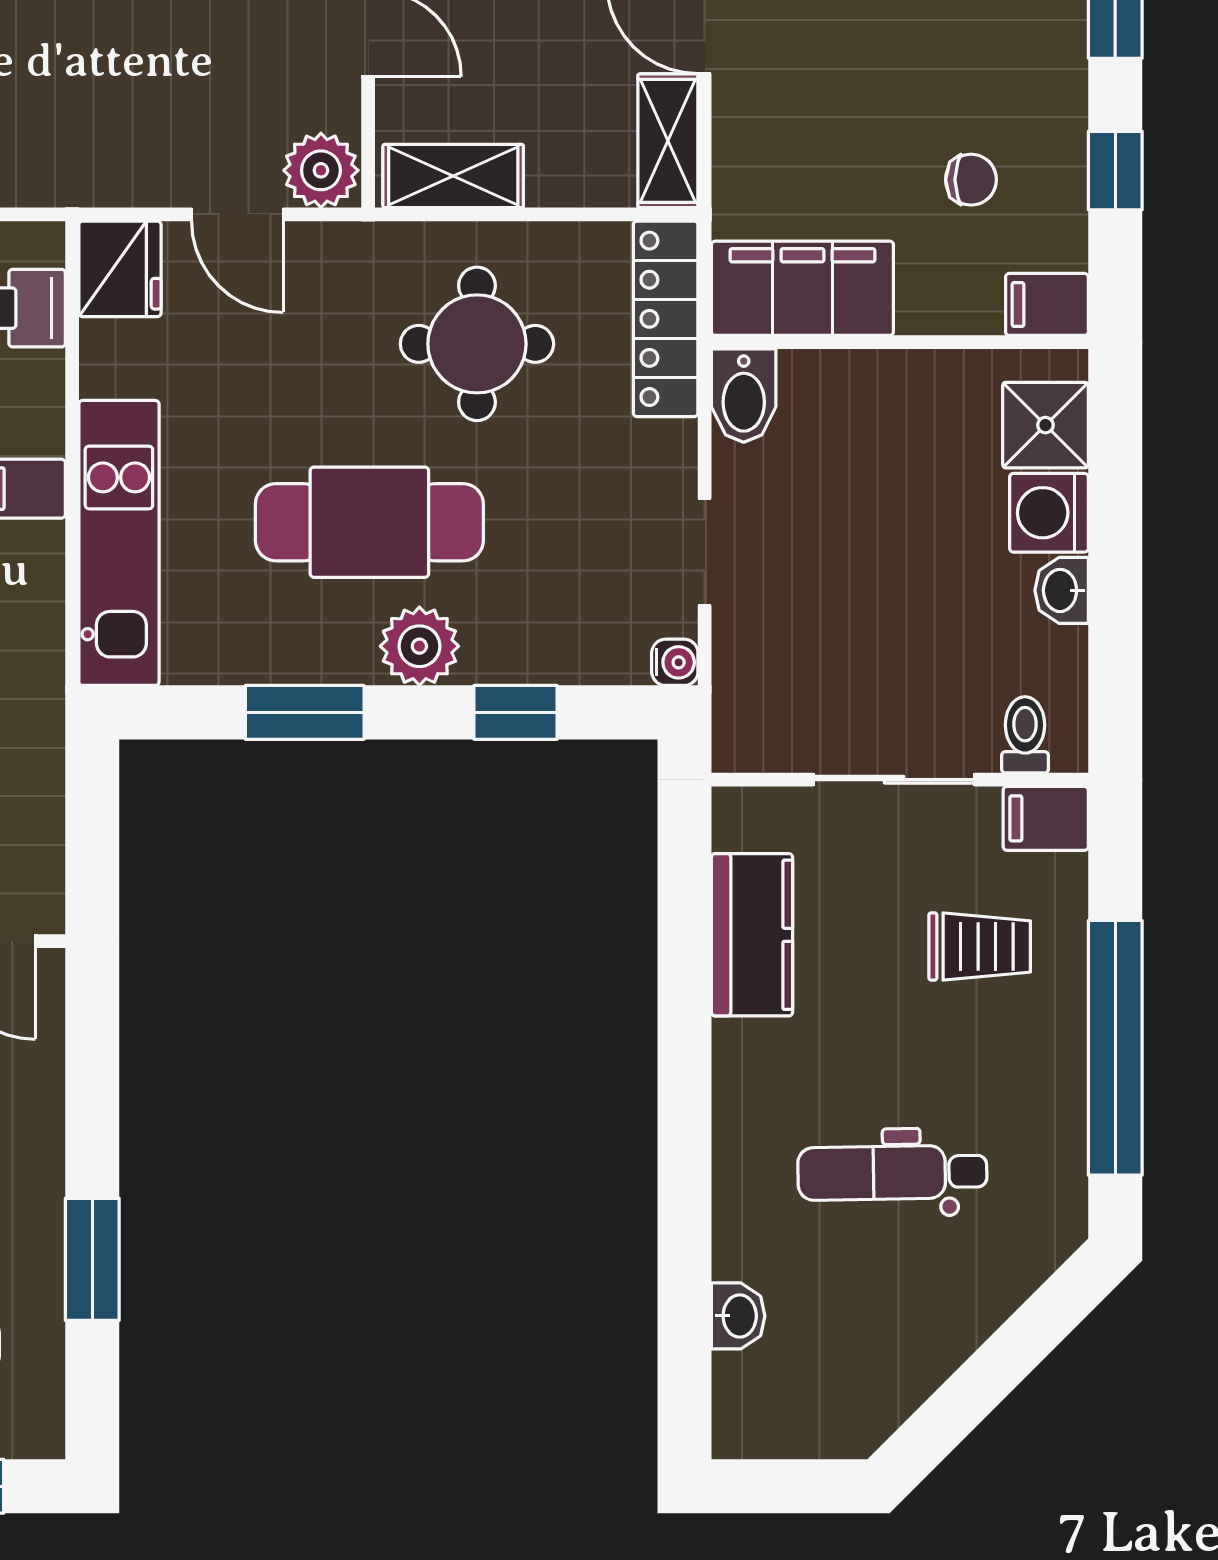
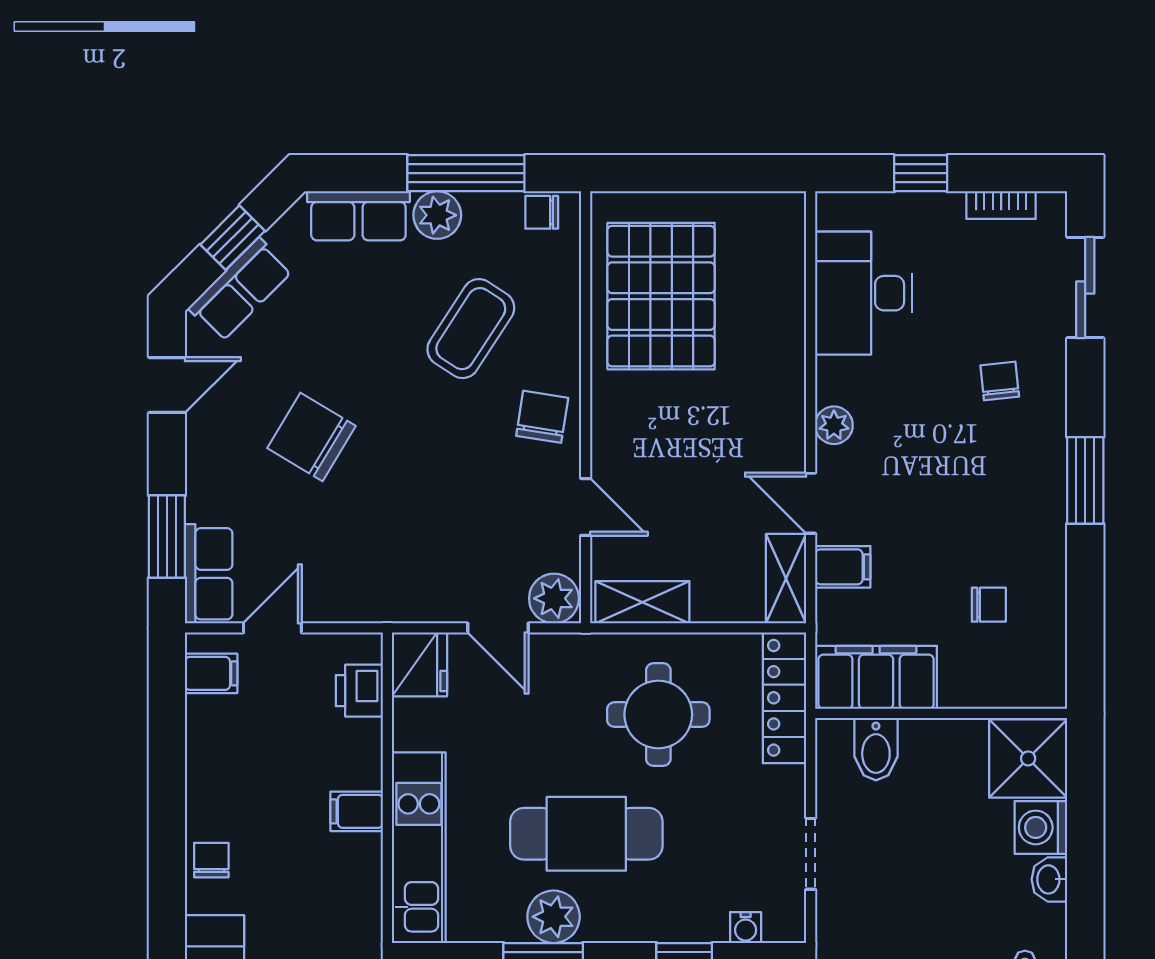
window: (1115, 171) -> (1085, 599), removed
filing cabinet: (1047, 304) -> (843, 567), moved, turned 180
bidet: (744, 396) -> (876, 749), moved
shower: (1045, 425) -> (1028, 758), width x1.36, depth x1.36
plant: (419, 646) -> (554, 917), moved
water cooler: (675, 662) -> (746, 928), moved, turned 90

